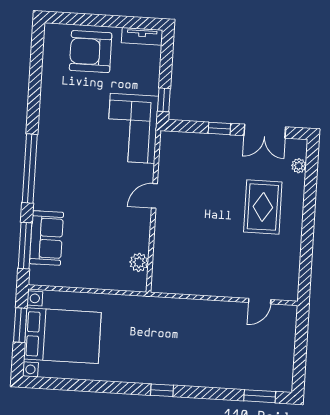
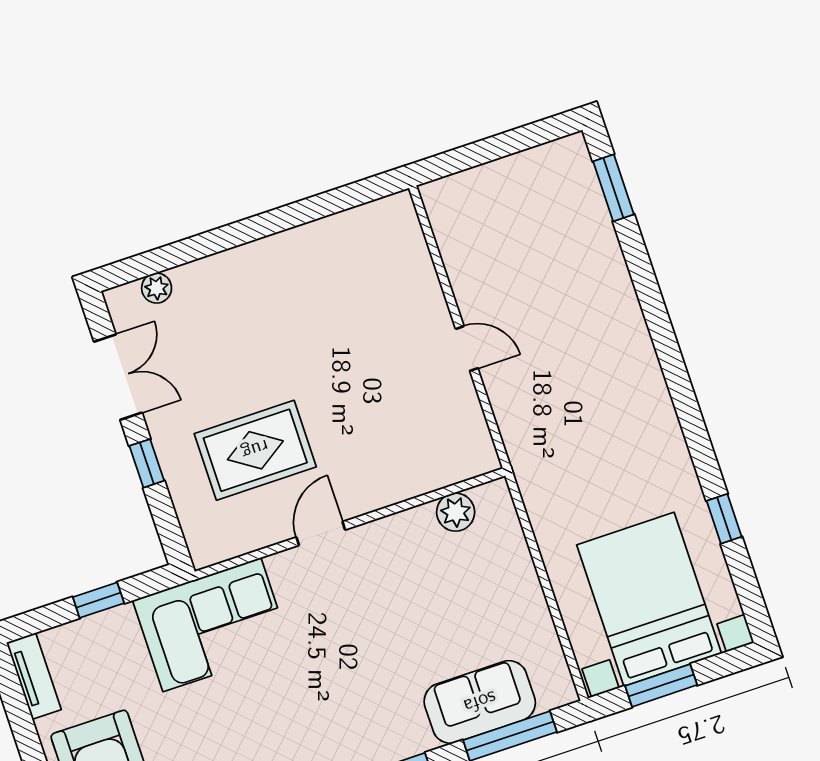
window: (164, 100) -> (98, 600), moved
door: (154, 196) -> (321, 533), swing flipped
rug: (263, 207) -> (255, 450), moved
door: (260, 301) -> (467, 349), moved
window: (162, 390) -> (724, 519), moved

